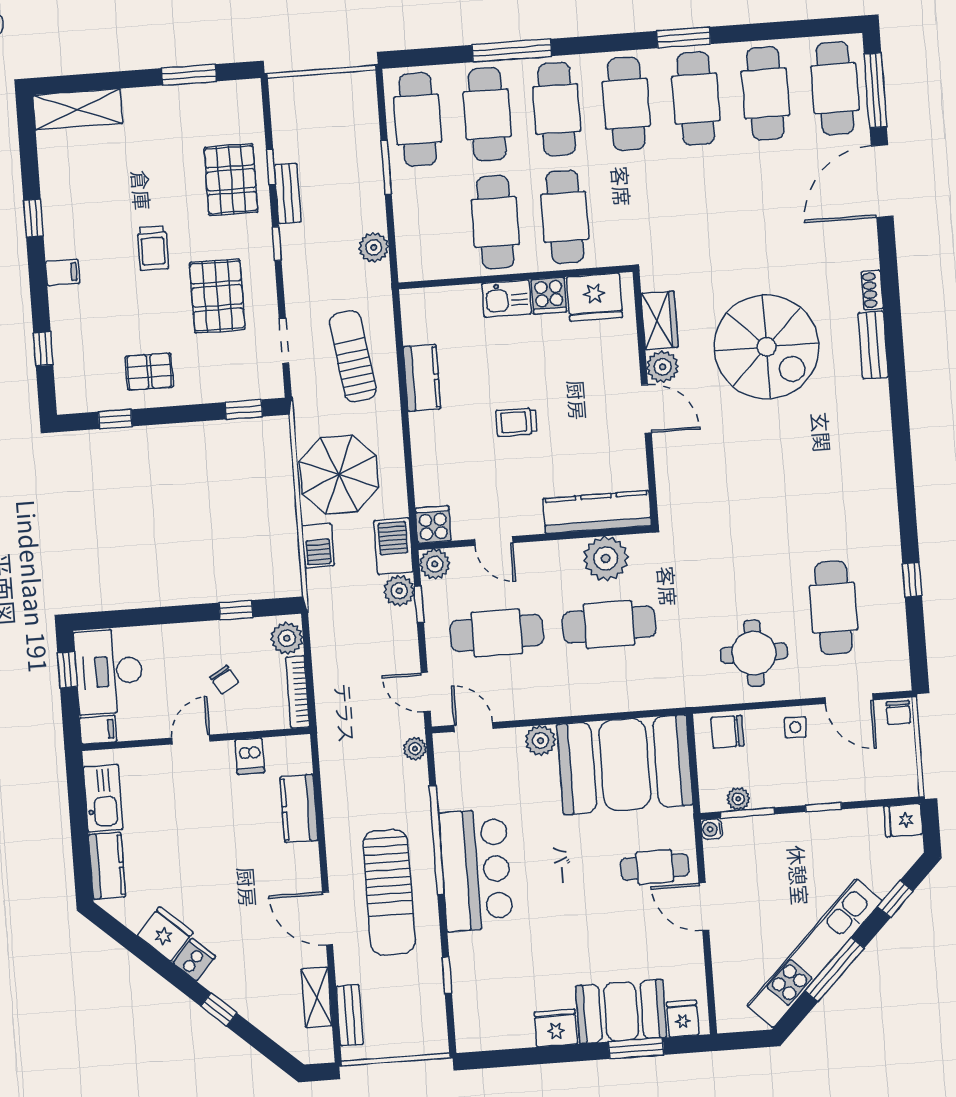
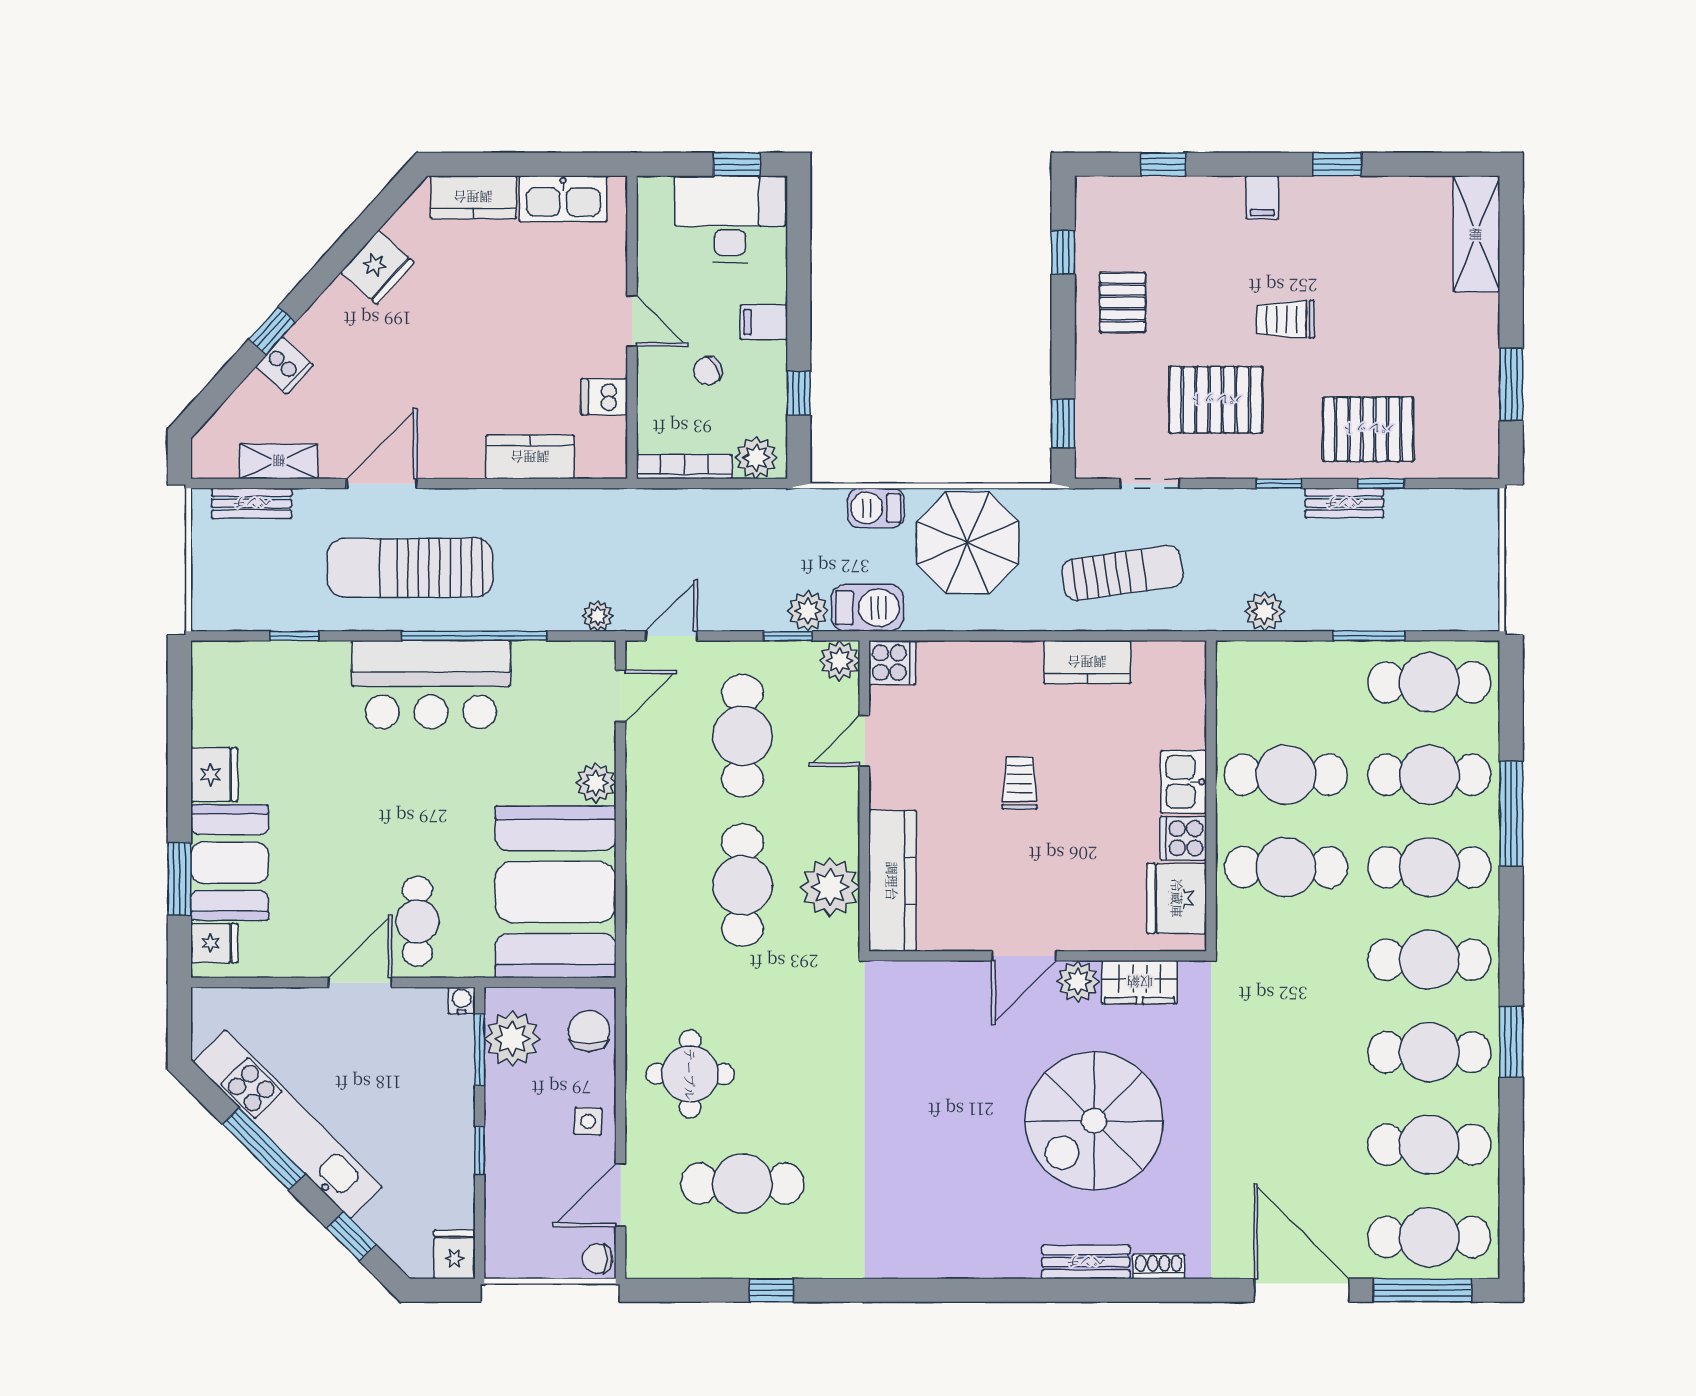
filing cabinet: (98, 730) -> (764, 322), moved, turned 90
plant: (738, 799) -> (512, 1039), width x1.87, depth x1.87
cooker: (194, 960) -> (284, 366), moved

